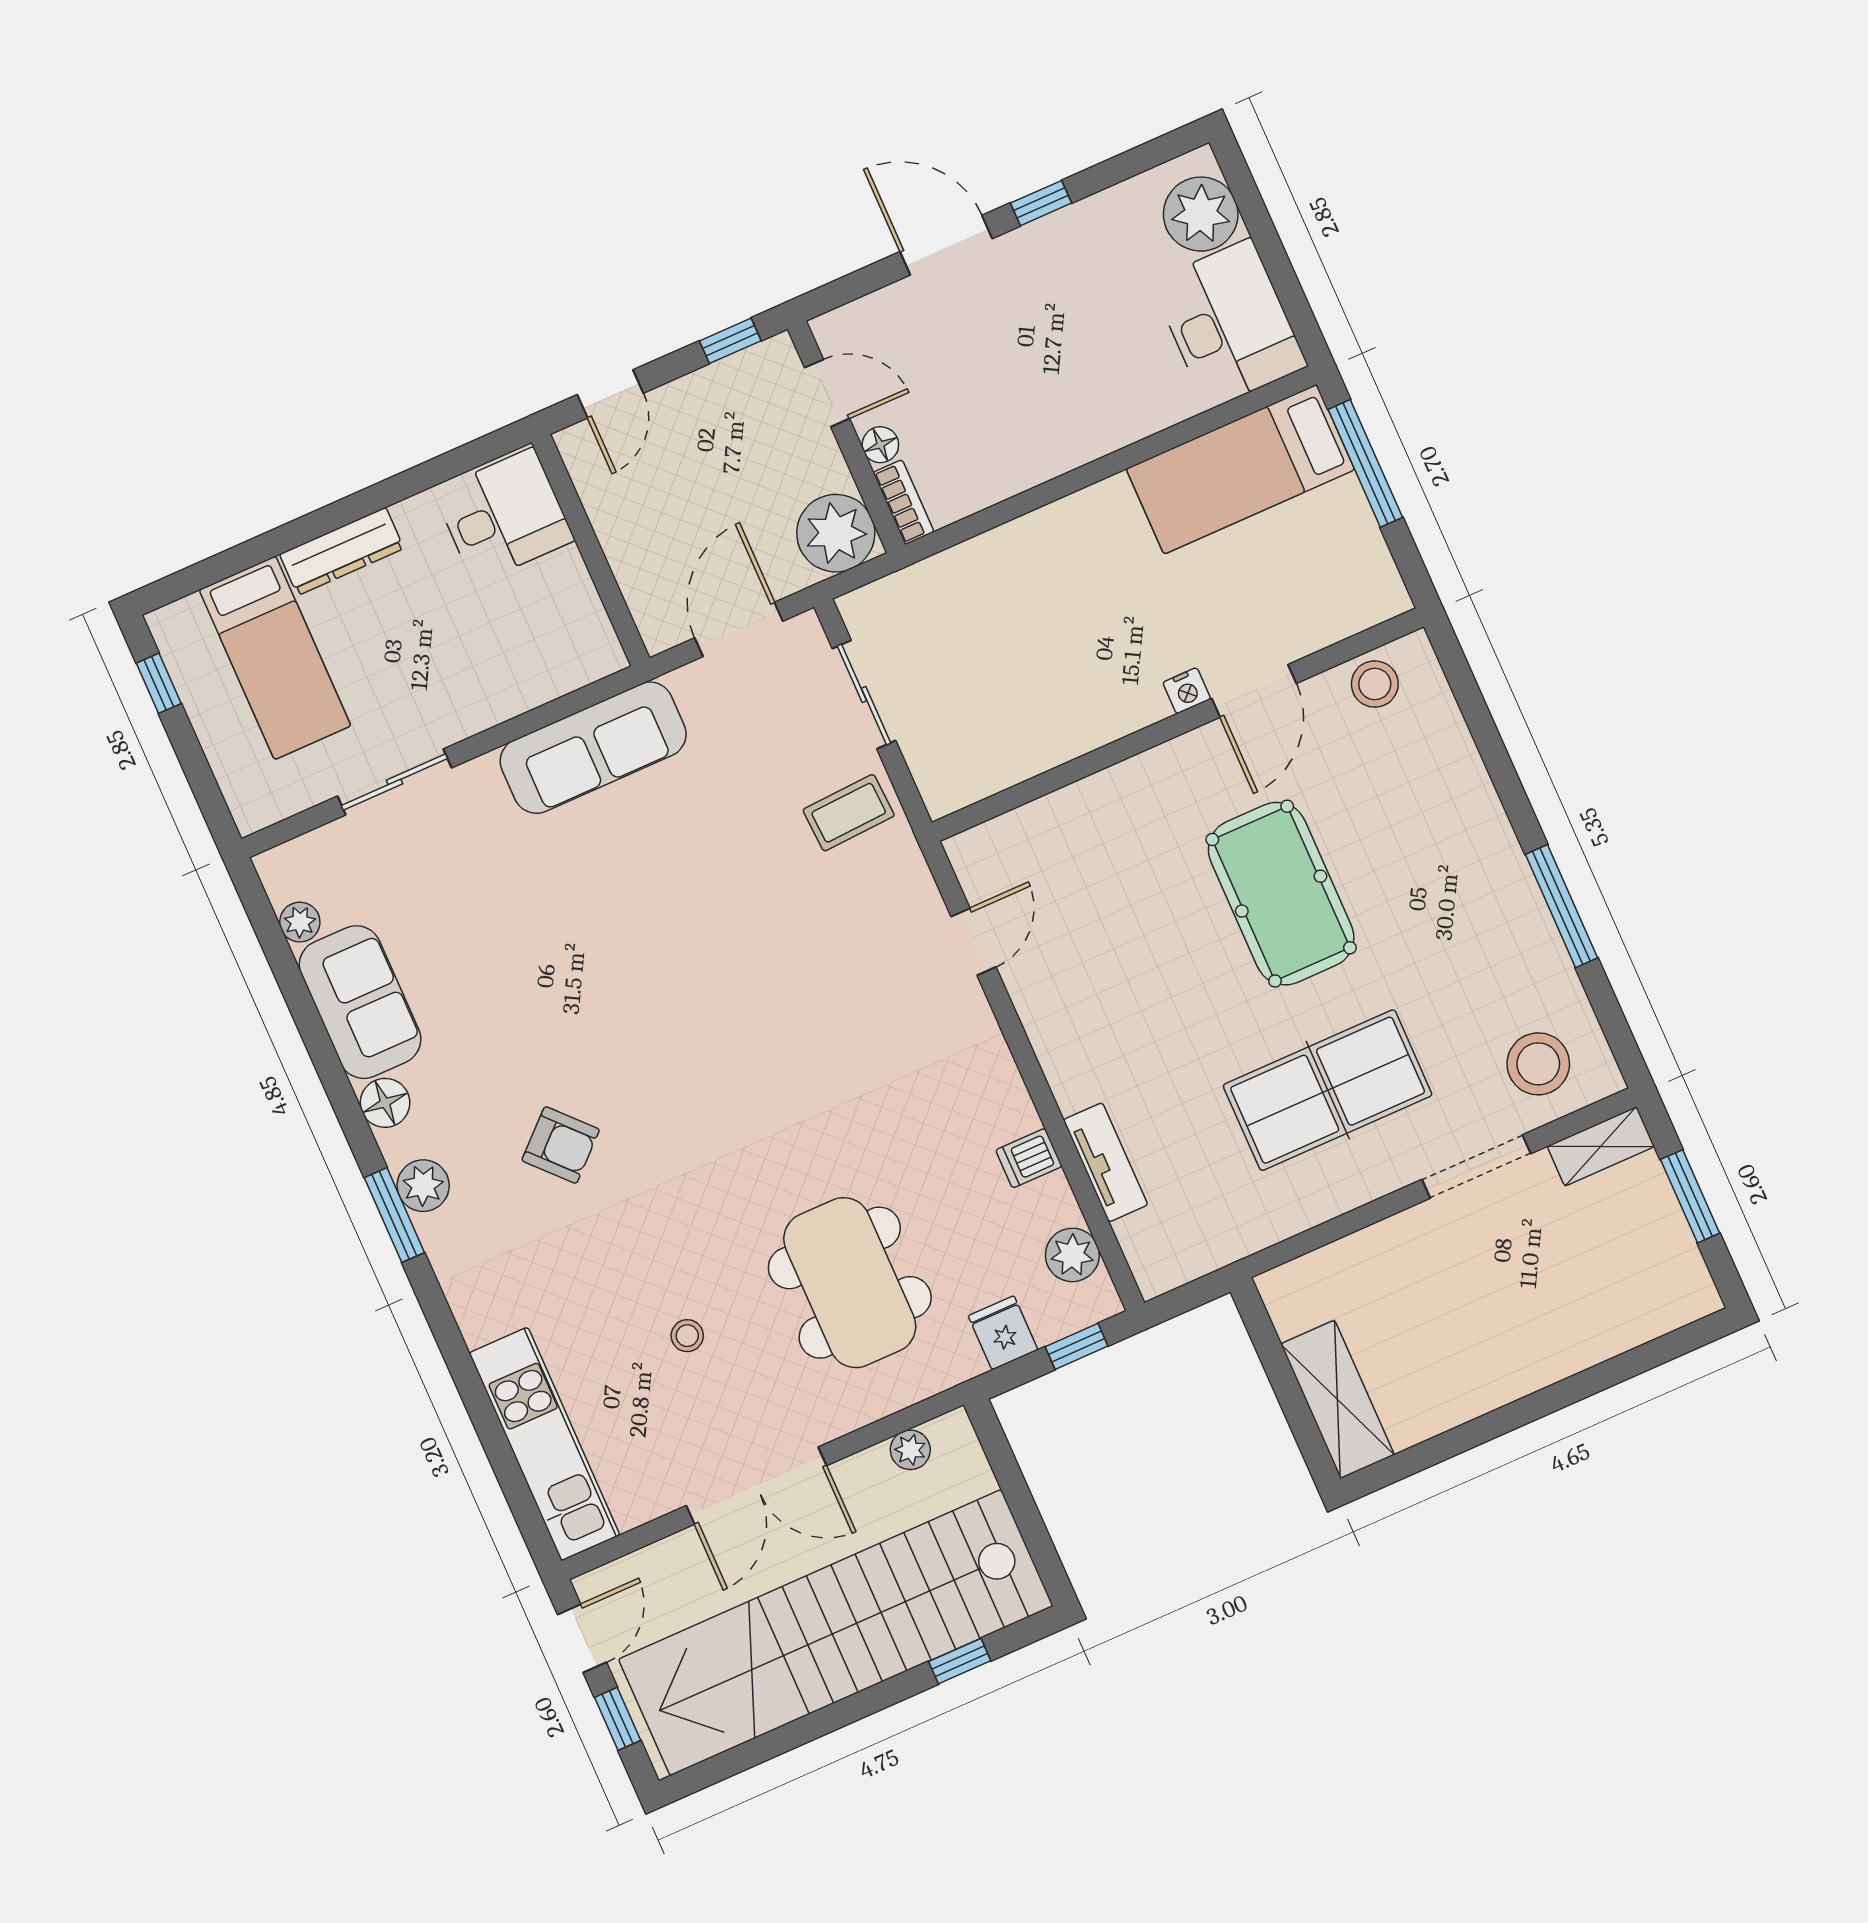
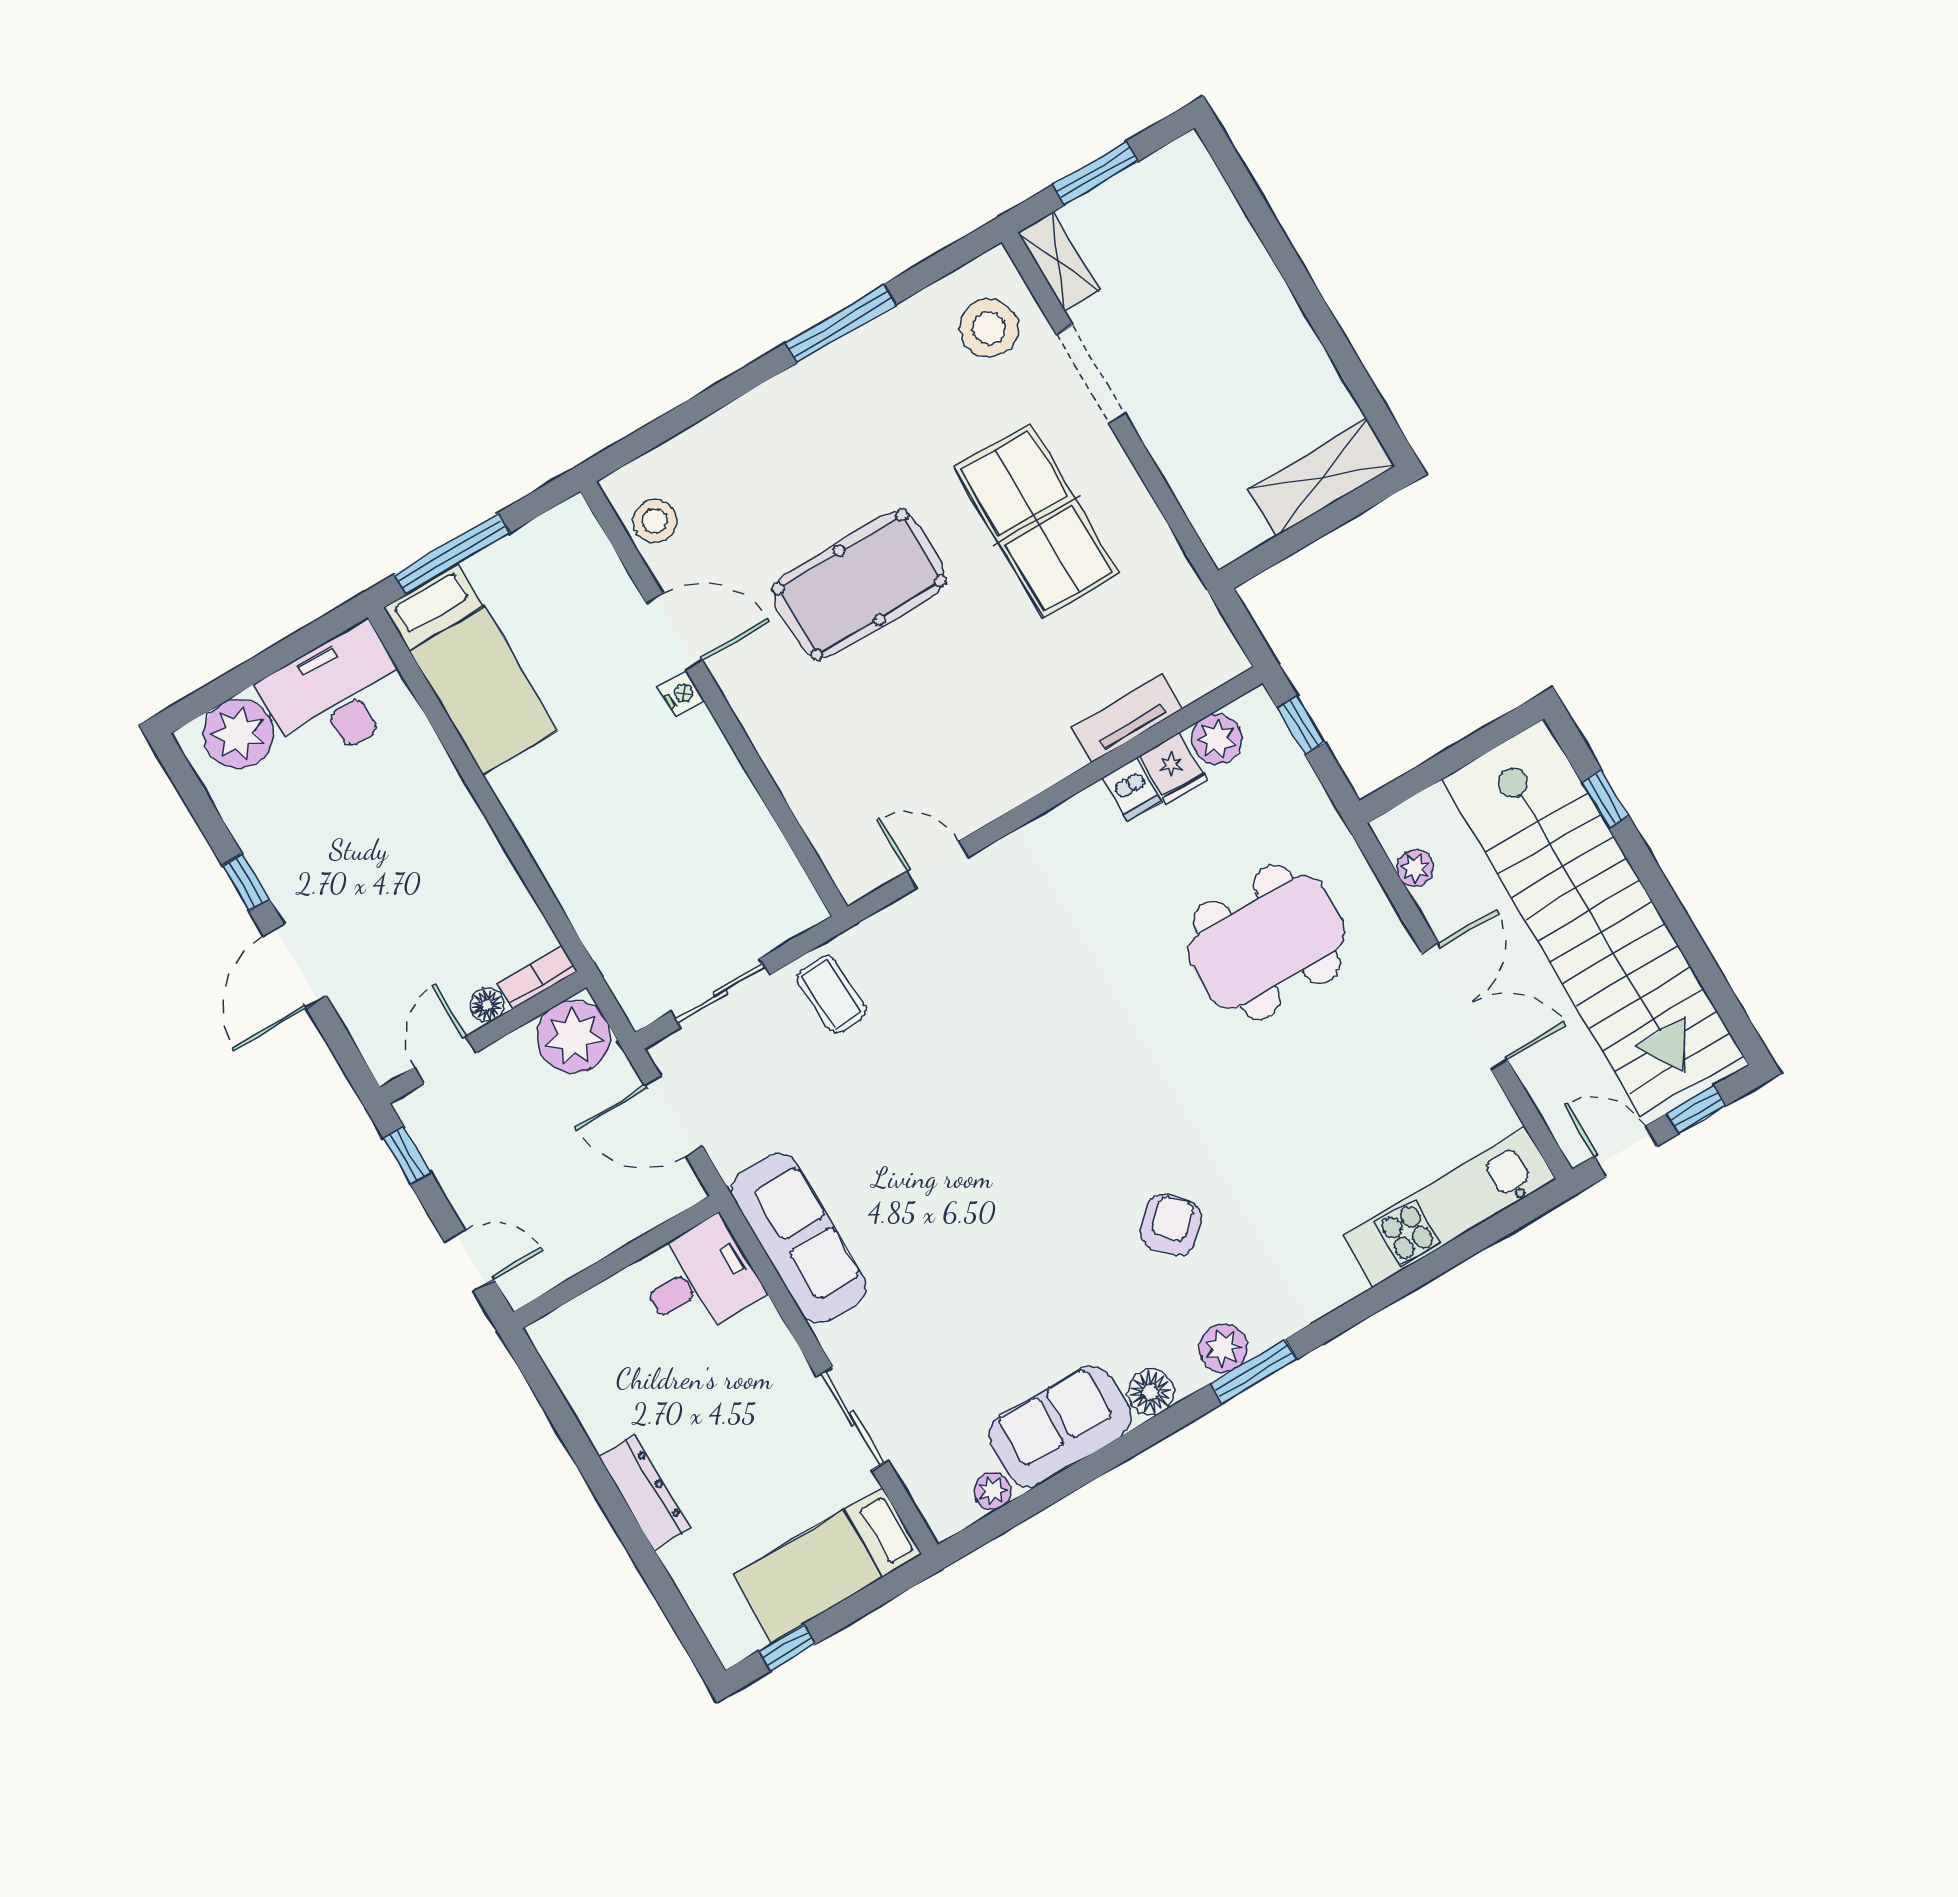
desk: (504, 516) -> (699, 1279), moved, turned 90
bed: (275, 658) -> (827, 1565), moved, turned 180
fridge: (1003, 1333) -> (1173, 768), moved, turned -90
stool: (687, 1336) -> (1333, 1087), removed

